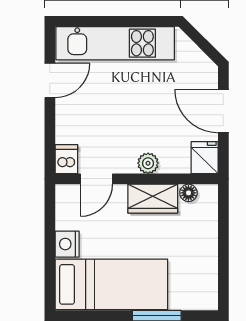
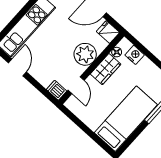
plant: (148, 163) -> (85, 54), width x1.87, depth x1.87
nightstand: (67, 244) -> (135, 55), moved, turned 180

